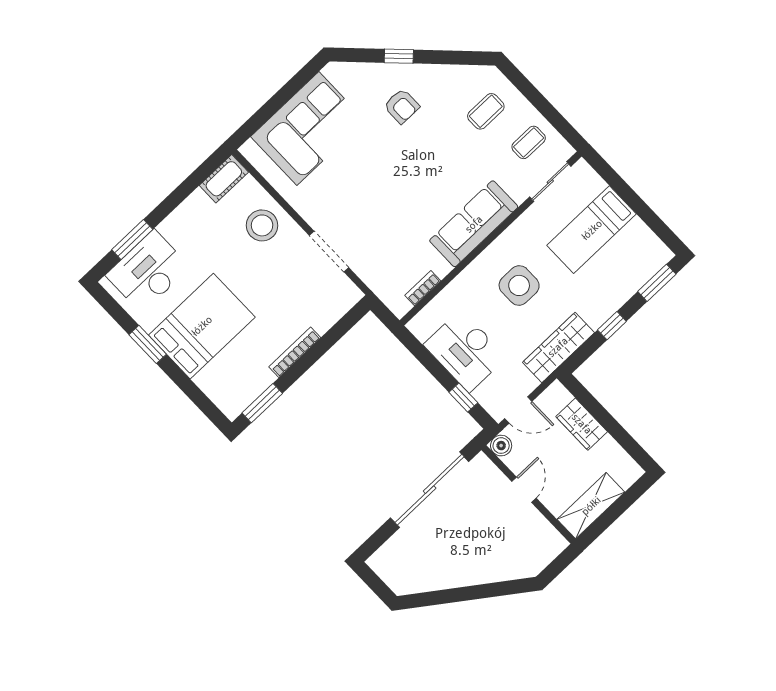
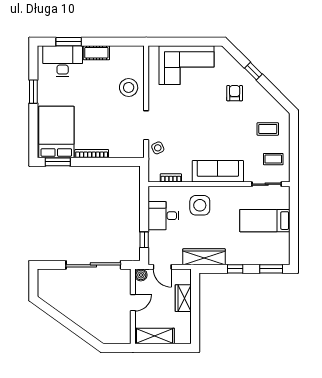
armchair: (402, 106) -> (235, 93), turned 180
cot: (224, 179) -> (96, 53), moved
side table: (371, 266) -> (158, 148), added
side table: (519, 285) -> (200, 205), moved
bed: (202, 326) -> (56, 132), moved, turned -90
desk: (465, 351) -> (164, 216), width x0.73

